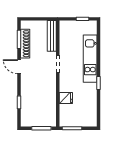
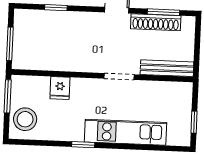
stool: (85, 118) -> (25, 119), added

